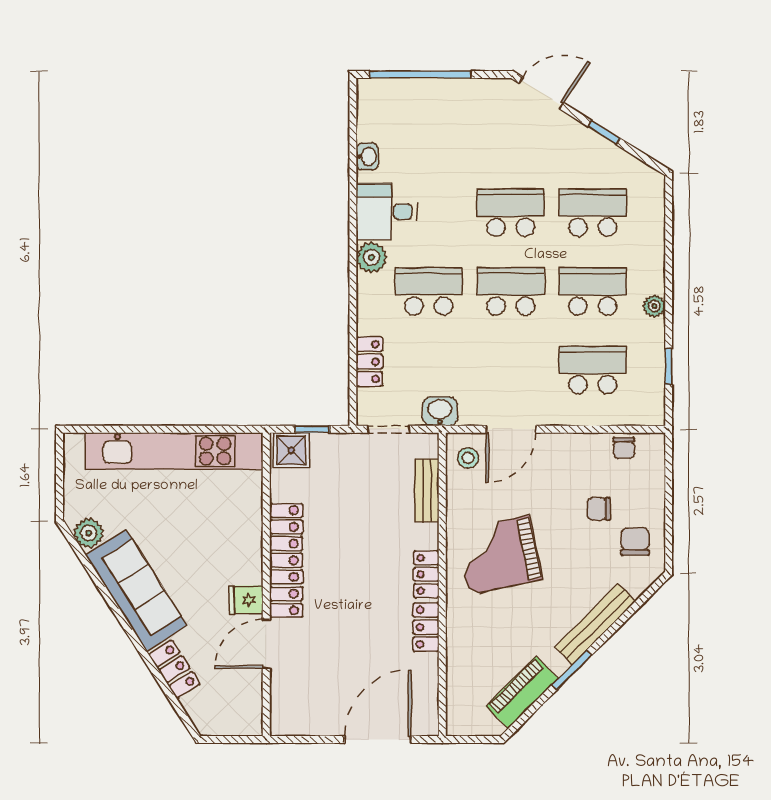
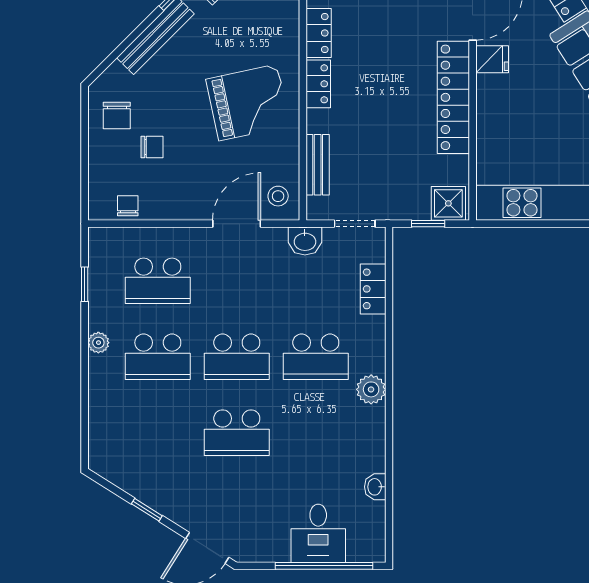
desk: (387, 212) -> (318, 533), moved, turned 90
school desk: (593, 213) -> (158, 433), removed

